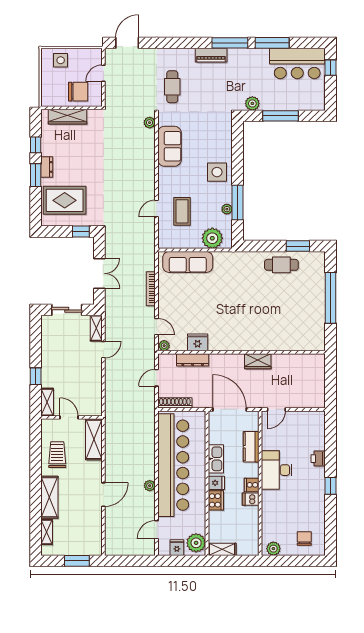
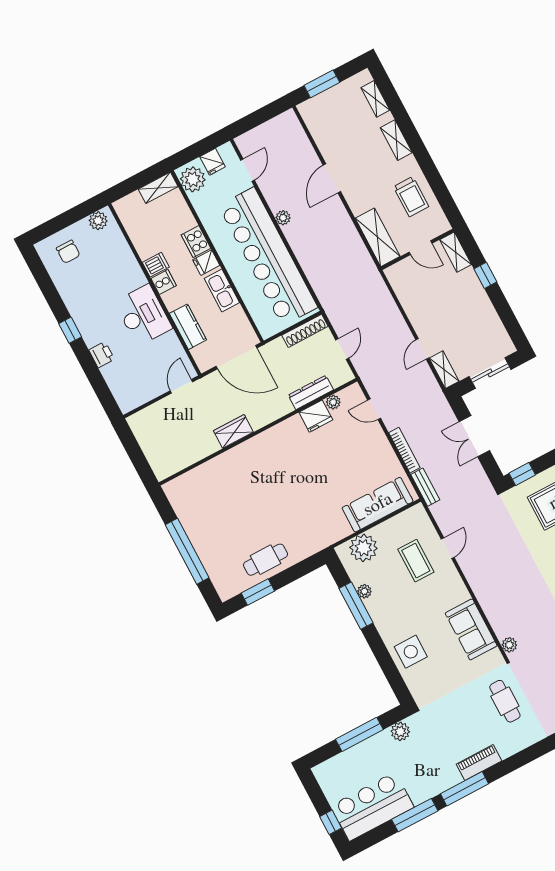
side table: (217, 172) -> (411, 652), moved
bench: (150, 257) -> (425, 487), added
plant: (164, 346) -> (333, 402), moved
shelving: (49, 497) -> (396, 140), width x0.67, depth x0.75

